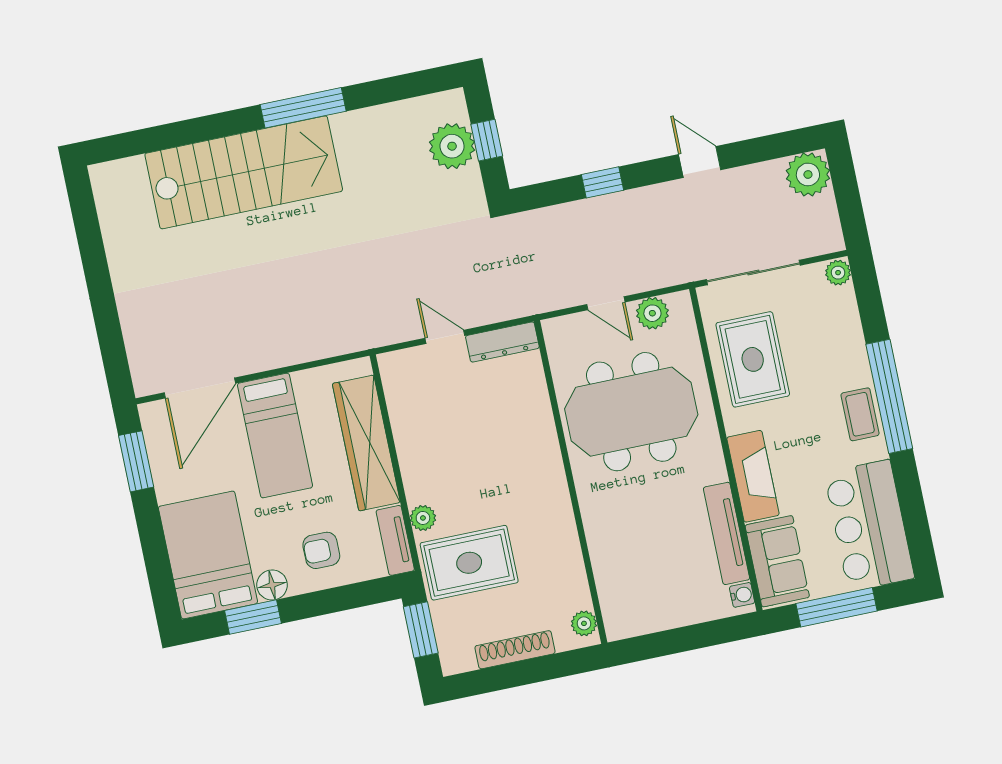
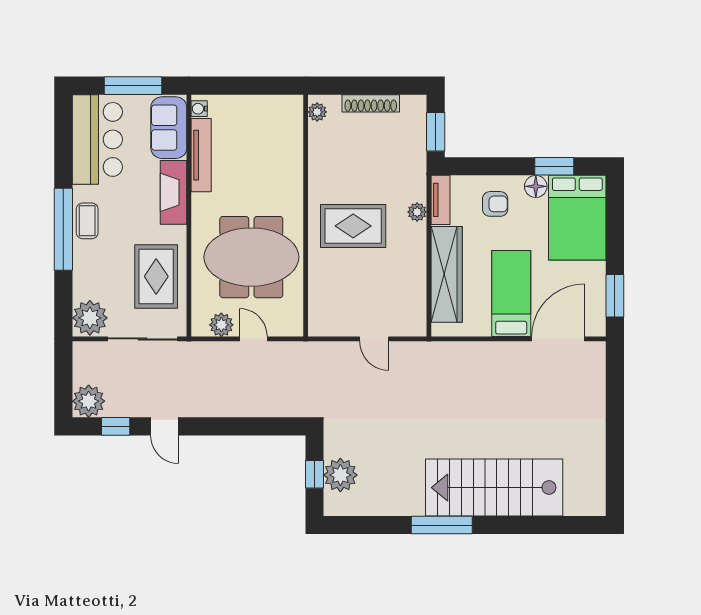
window: (603, 182) -> (116, 426), moved
plant: (838, 273) -> (90, 318), width x1.87, depth x1.87
dresser: (502, 342) -> (334, 327), removed
rug: (469, 563) -> (353, 226), moved

